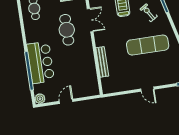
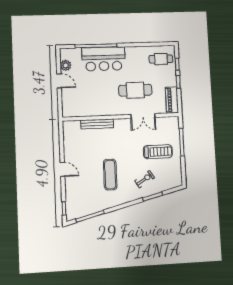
exercise mat: (148, 45) -> (110, 175), width x0.73, depth x0.69
door: (147, 89) -> (62, 169), swing flipped
plant: (40, 99) -> (66, 65), moved

